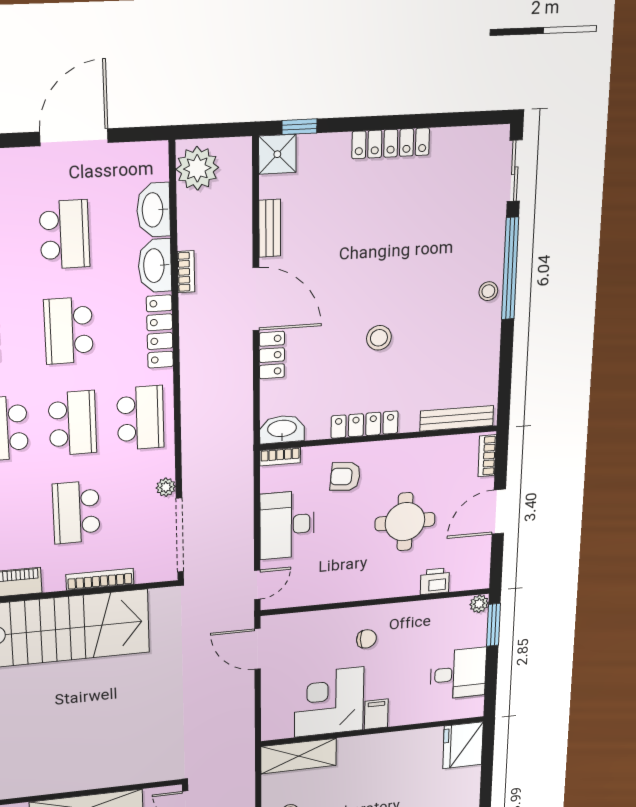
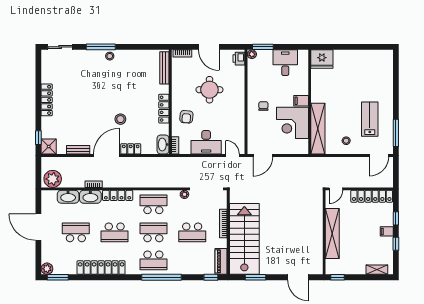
window: (510, 269) -> (101, 47), width x0.68
stool: (379, 338) -> (120, 119), moved
printer: (435, 581) -> (239, 59), moved
shelving: (299, 756) -> (318, 129), width x1.47

